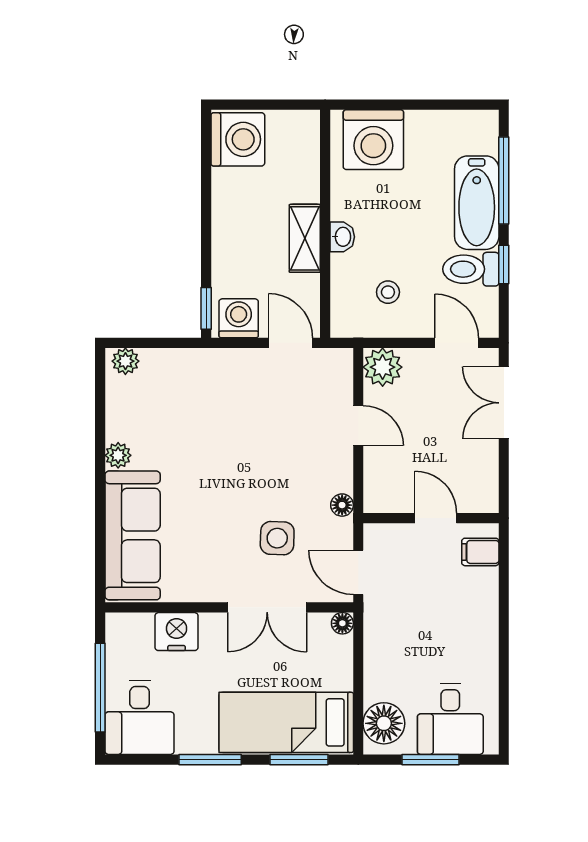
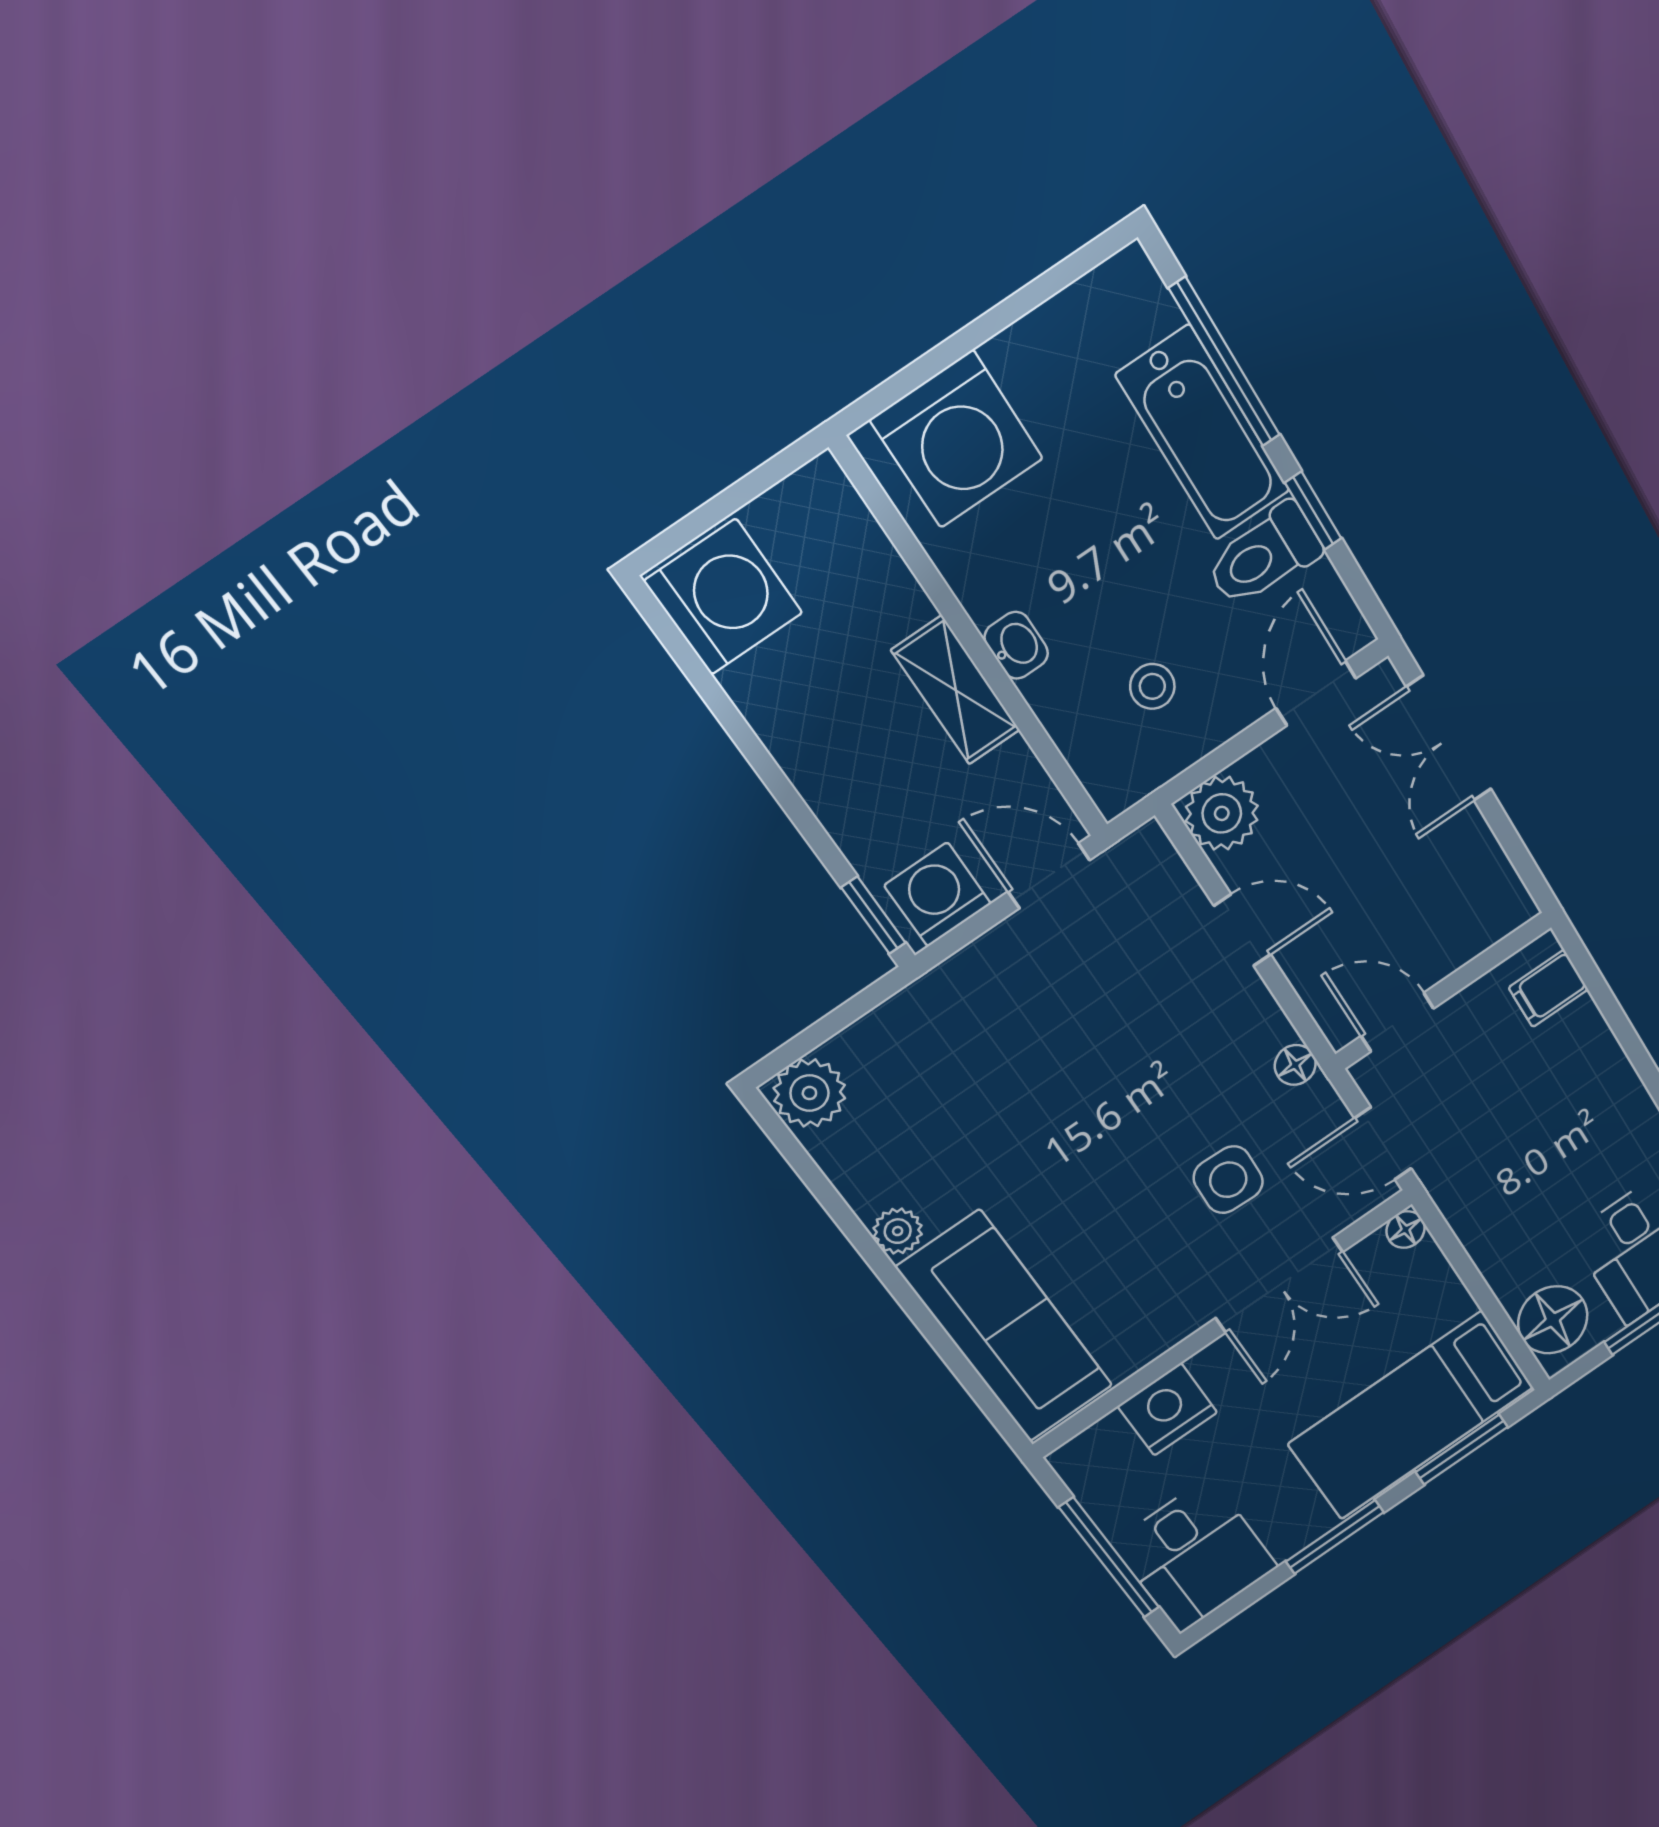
door: (457, 343) -> (1316, 693), hinge flipped
plant: (125, 361) -> (809, 1093), width x1.38, depth x1.38
door: (436, 518) -> (1397, 1022), moved

